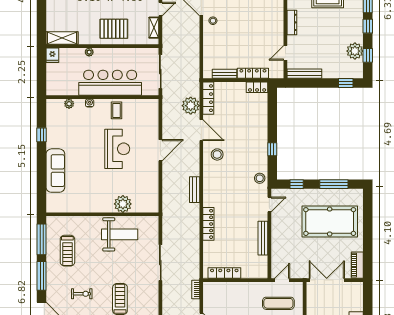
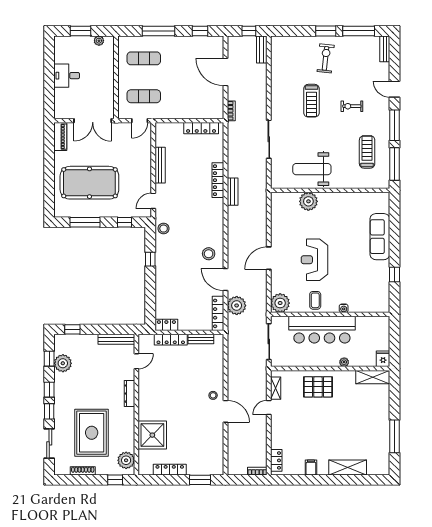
plant: (69, 104) -> (280, 303), moved, width x1.87, depth x1.87
bench: (195, 190) -> (233, 192), moved

